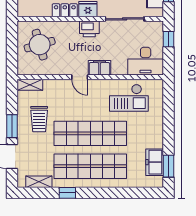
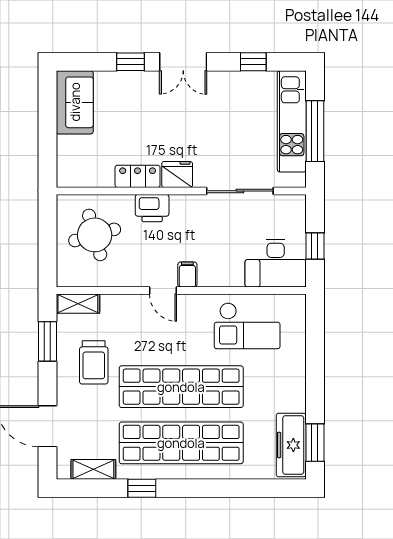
printer: (89, 29) -> (152, 208), moved
window: (169, 39) -> (315, 246), moved
filing cabinet: (99, 68) -> (187, 275), width x0.50
window: (12, 126) -> (47, 341), moved
freezer: (155, 162) -> (291, 445), width x1.40

